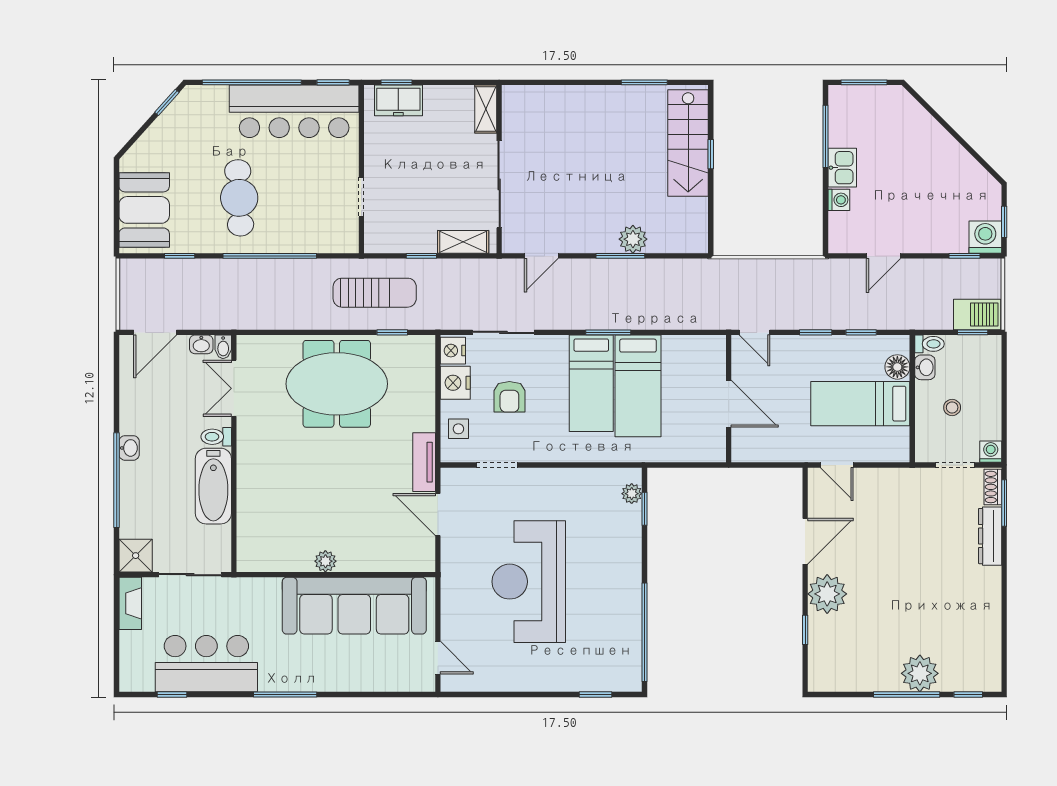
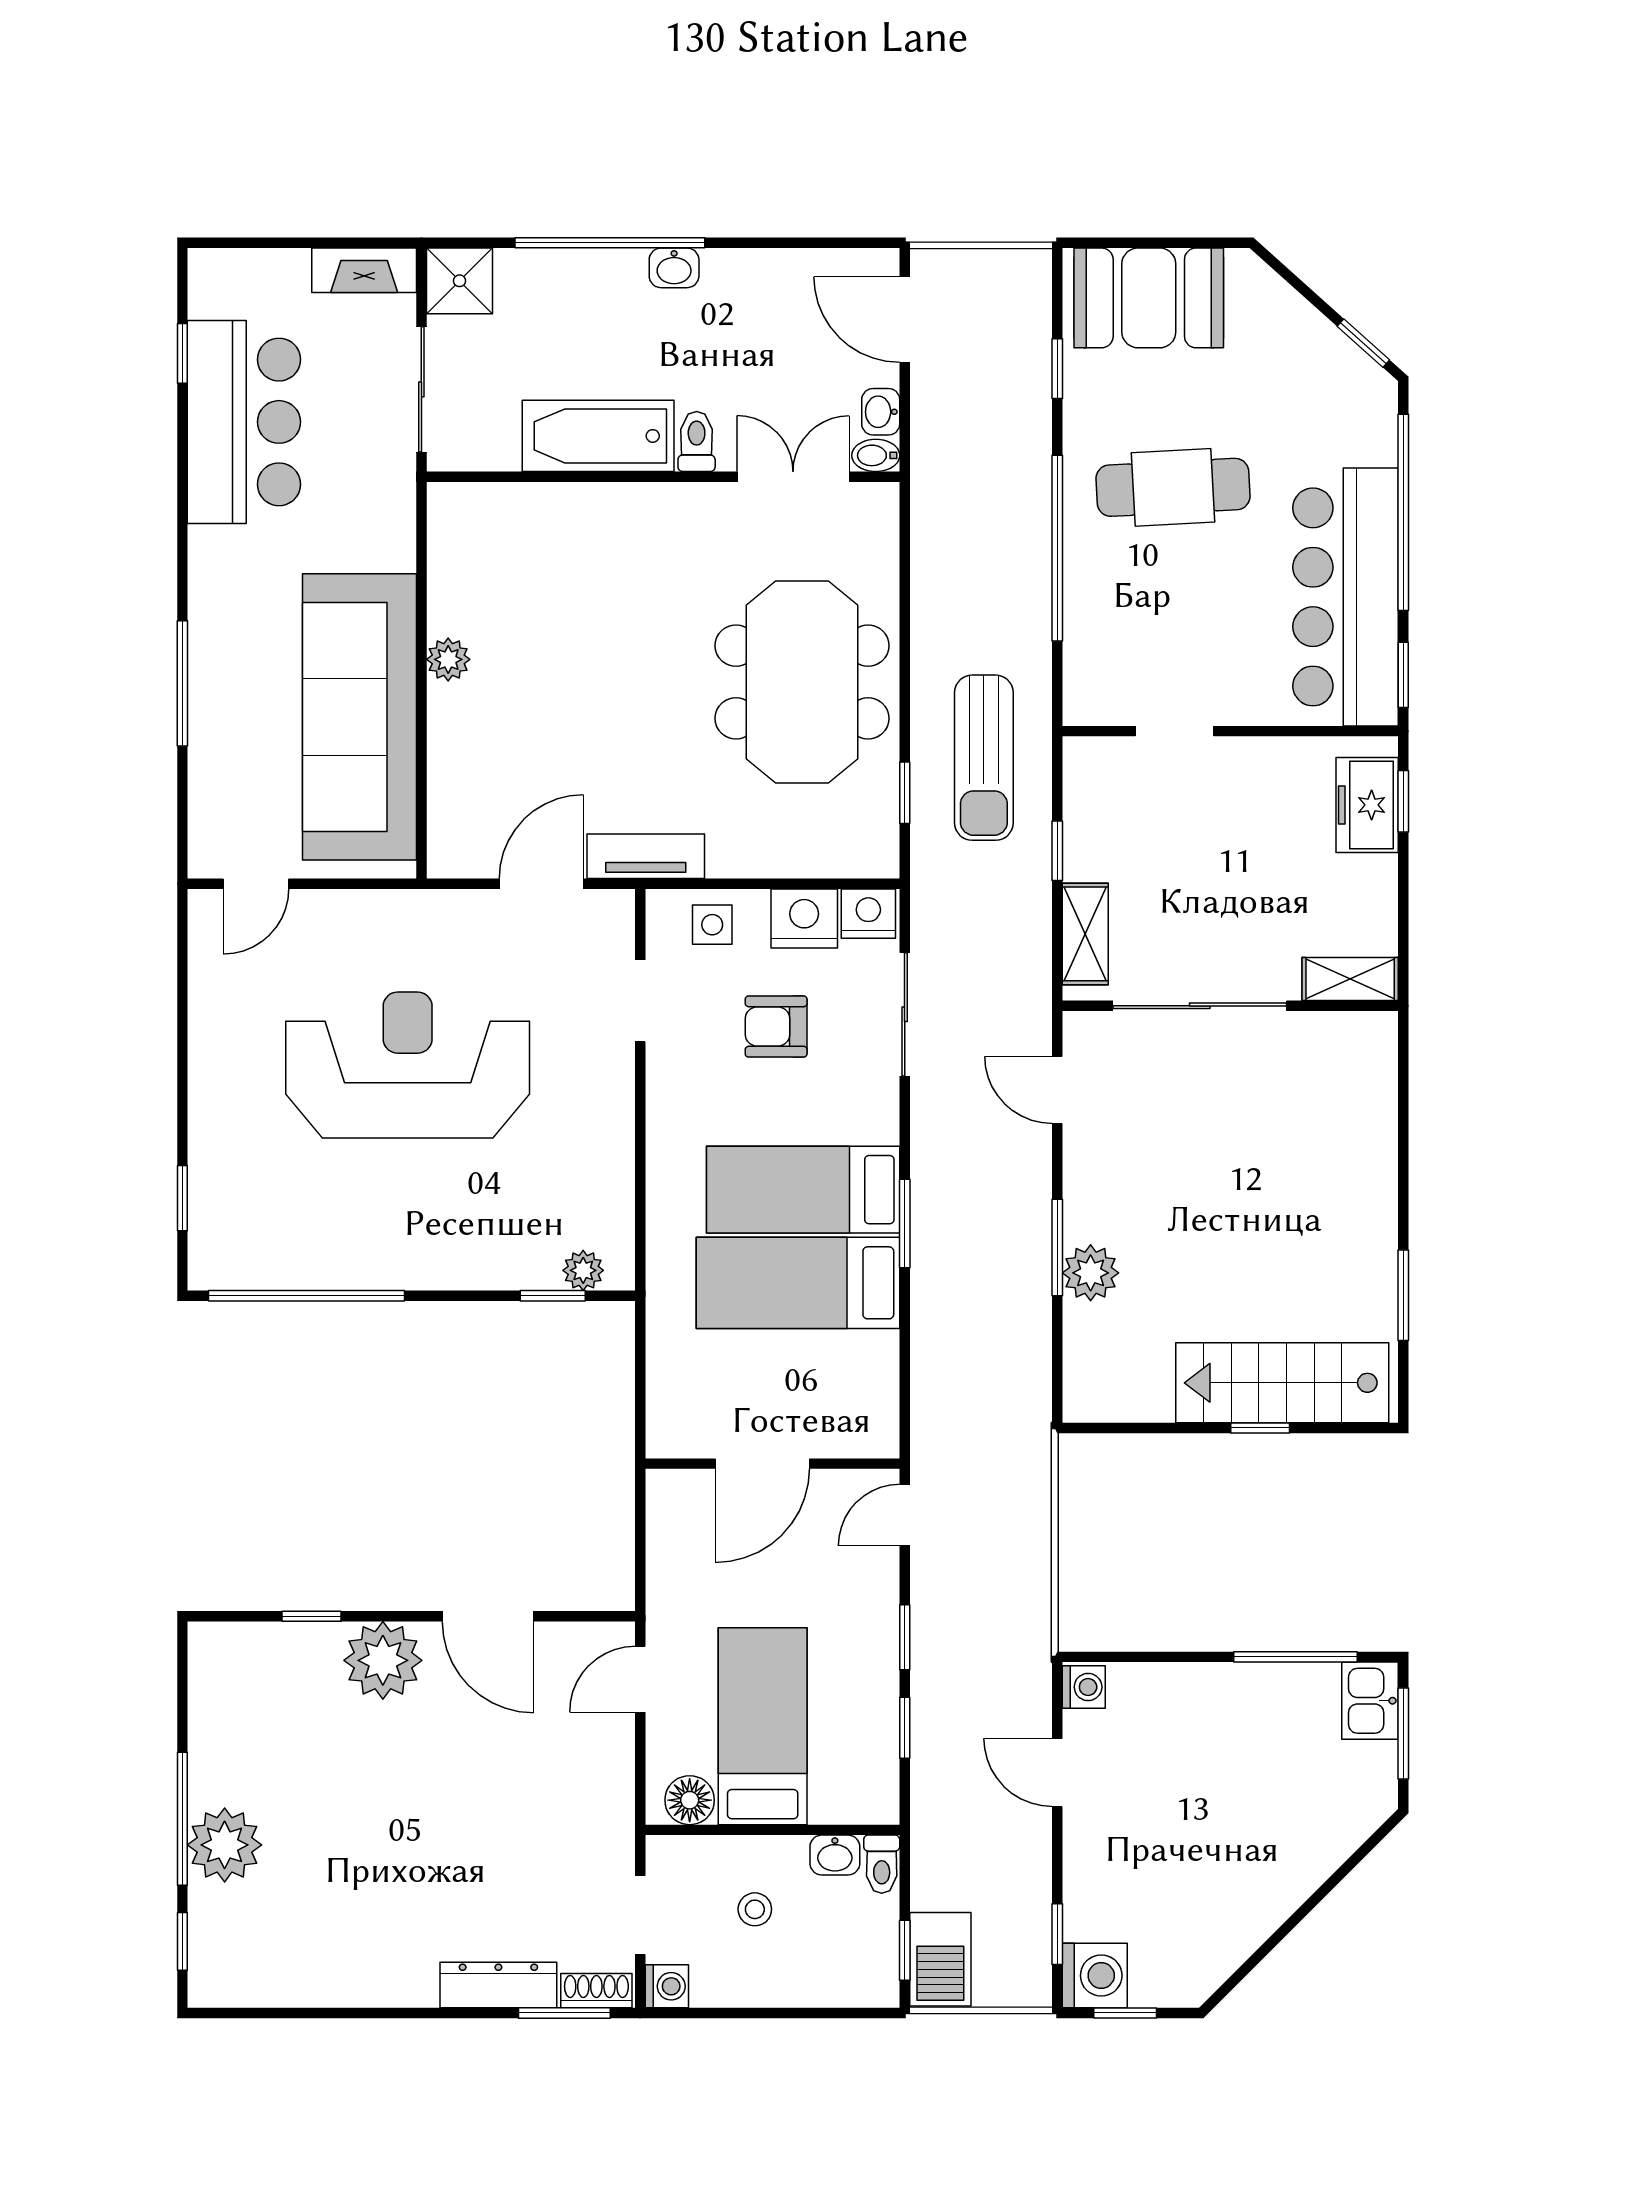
kitchen sink: (842, 168) -> (1370, 1701), moved, turned 90
washing machine: (839, 200) -> (1084, 1687), moved, turned -90
floor lamp: (897, 367) -> (690, 1800), moved
window: (285, 695) -> (182, 683), moved

